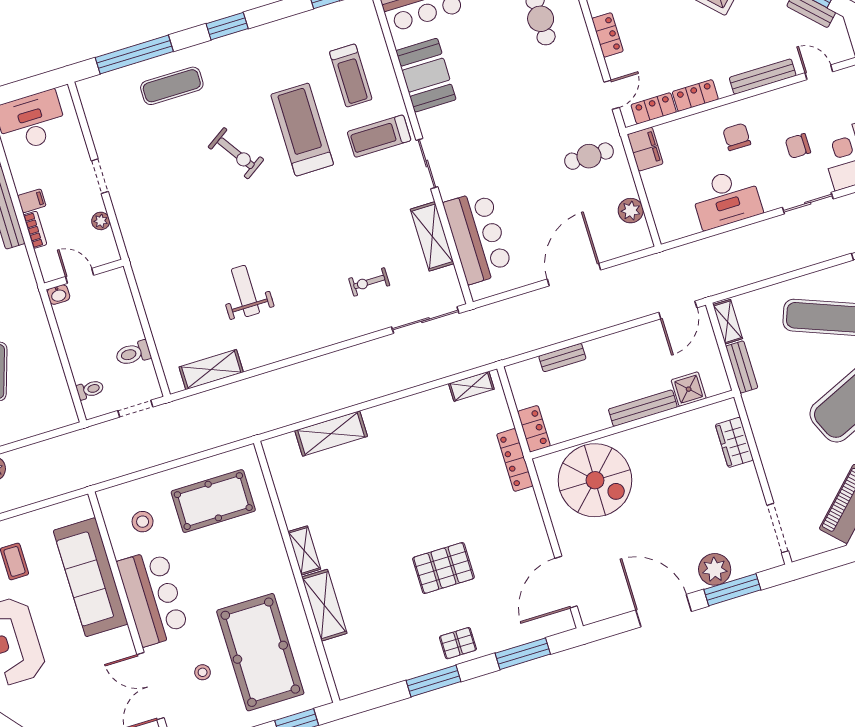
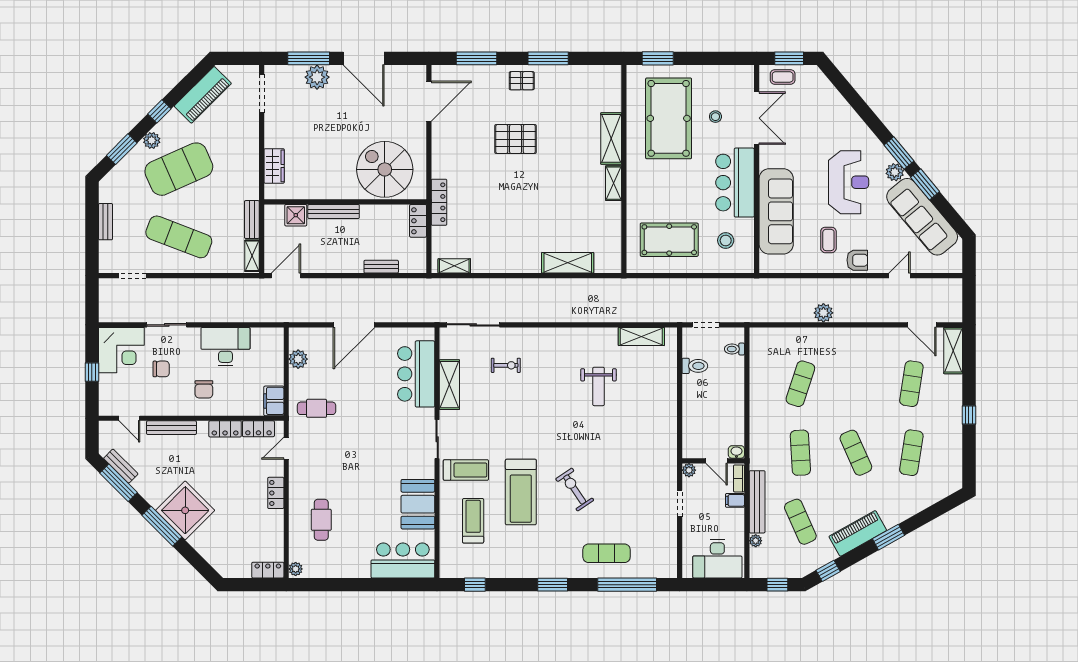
wall: (84, 275) -> (713, 461), moved
door: (80, 276) -> (717, 461), moved
washbasin: (58, 295) -> (736, 452), moved

